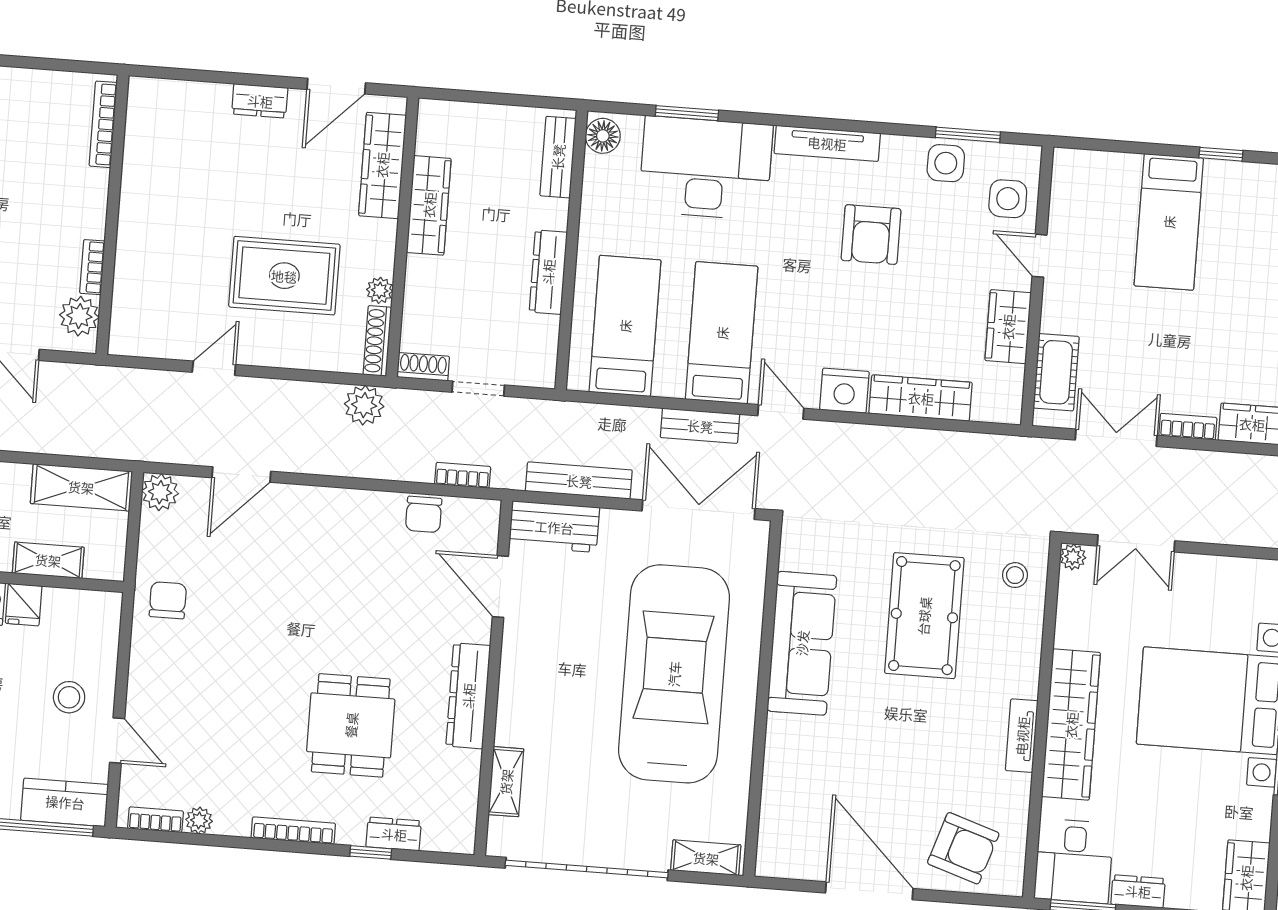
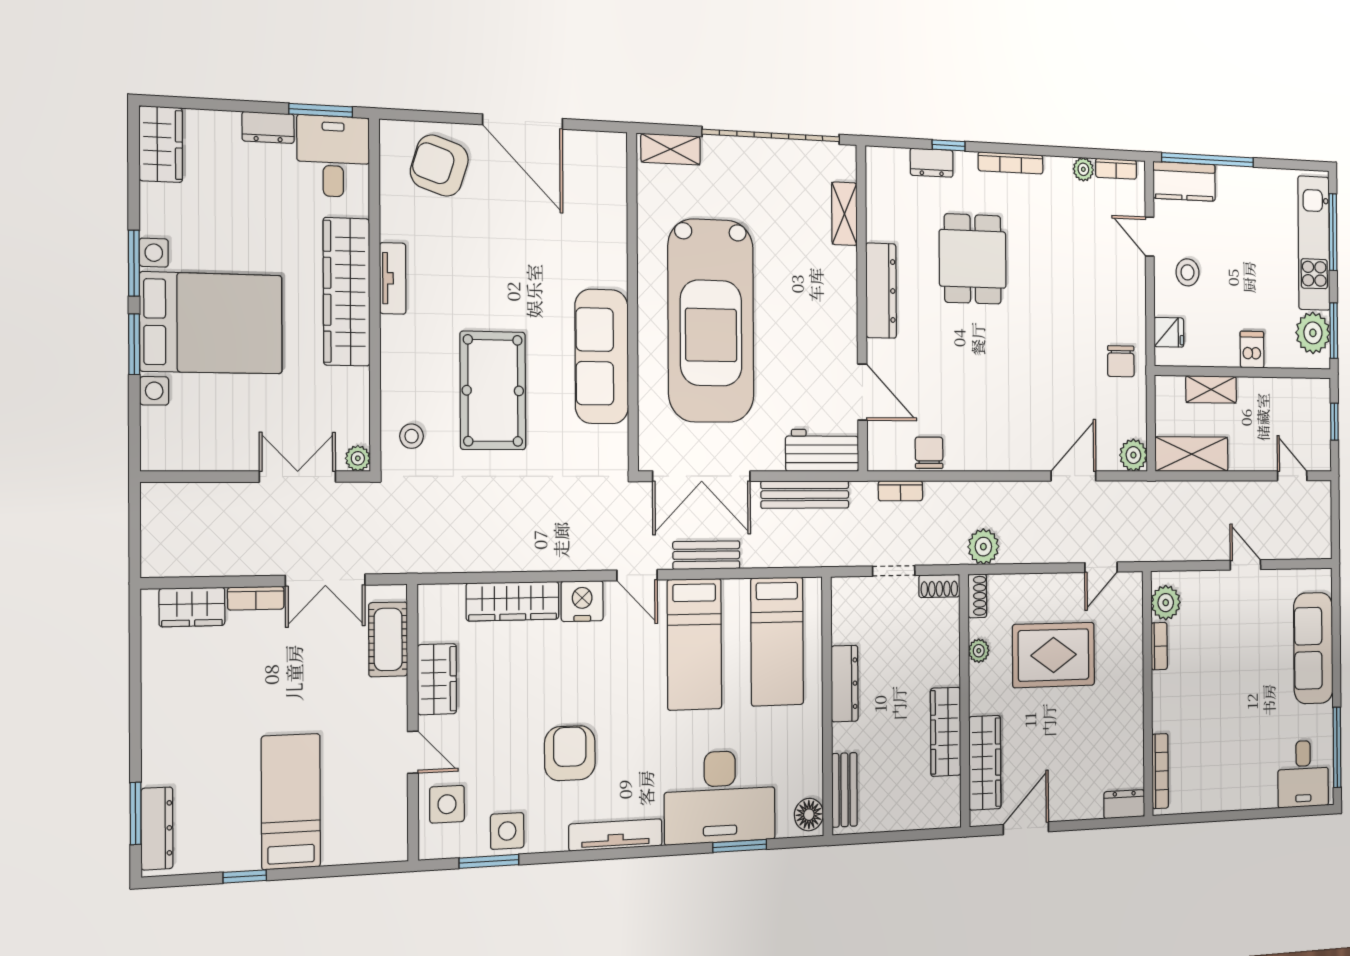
dresser: (260, 101) -> (1124, 804), moved
bookcase: (103, 124) -> (1160, 771), moved
wall: (112, 215) -> (1148, 694), moved
bookcase: (92, 267) -> (1159, 646), moved
plant: (79, 316) -> (1166, 603), moved
shoe rack: (377, 341) -> (977, 596), width x0.70
fridge: (24, 605) -> (1169, 332), moved, turned 90

